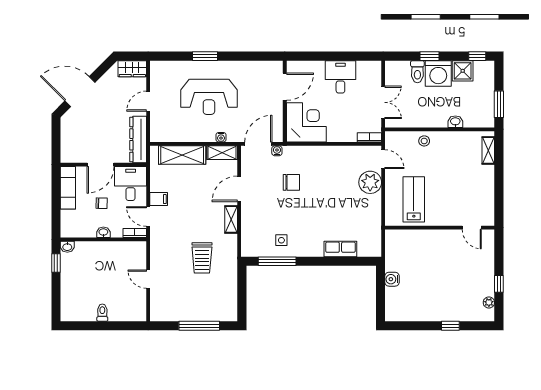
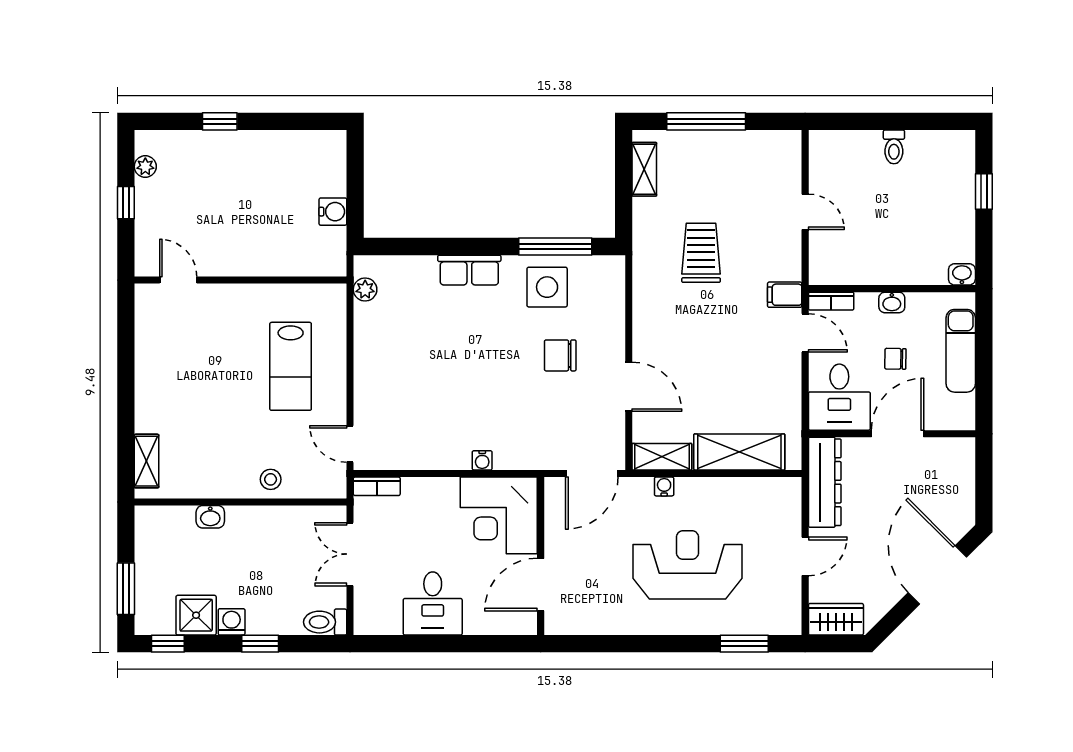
window: (205, 56) -> (744, 644), moved
toilet: (417, 72) -> (325, 622), moved, turned -90
washing machine: (438, 73) -> (232, 622), width x0.53, depth x0.53
door: (80, 92) -> (937, 575), swing flipped
window: (499, 104) -> (126, 589), moved
water cooler: (277, 151) -> (482, 460), moved
chair: (291, 182) -> (560, 355), moved
plant: (370, 182) -> (365, 289), moved, width x0.53, depth x0.53
exam couch: (68, 188) -> (961, 351), moved
door: (239, 189) -> (629, 387), hinge flipped
filing cabinet: (159, 199) -> (785, 295), moved
shelving: (231, 219) -> (644, 169), moved
wall: (440, 228) -> (240, 280), moved
door: (472, 228) -> (178, 280), moved
side table: (281, 240) -> (547, 287), width x1.87, depth x1.87
row of seats: (340, 249) -> (469, 270), moved
window: (56, 263) -> (984, 191), moved

